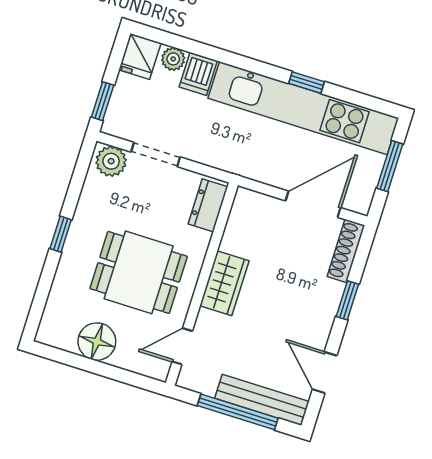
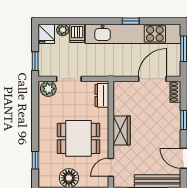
window: (61, 234) -> (35, 160), moved
shoe rack: (346, 251) -> (175, 92), width x0.70

